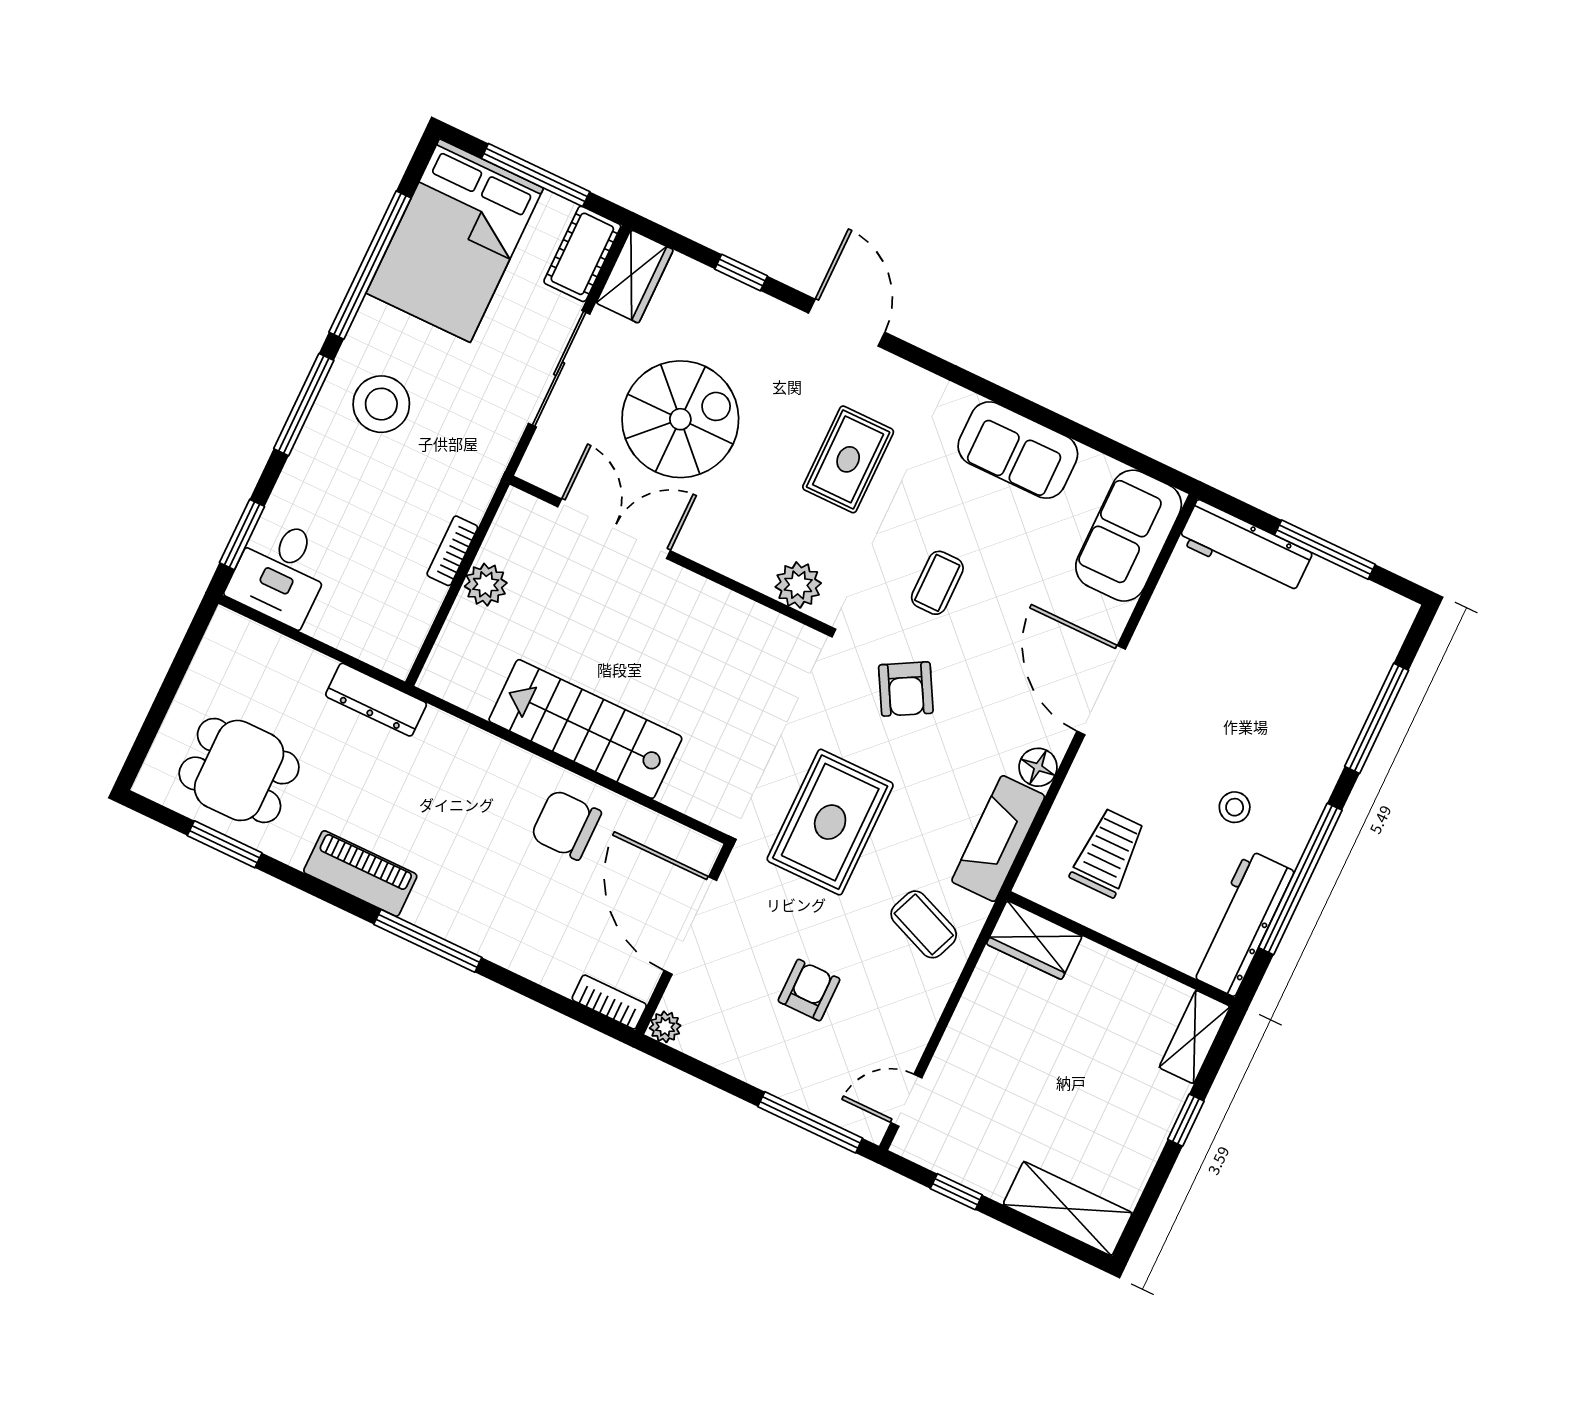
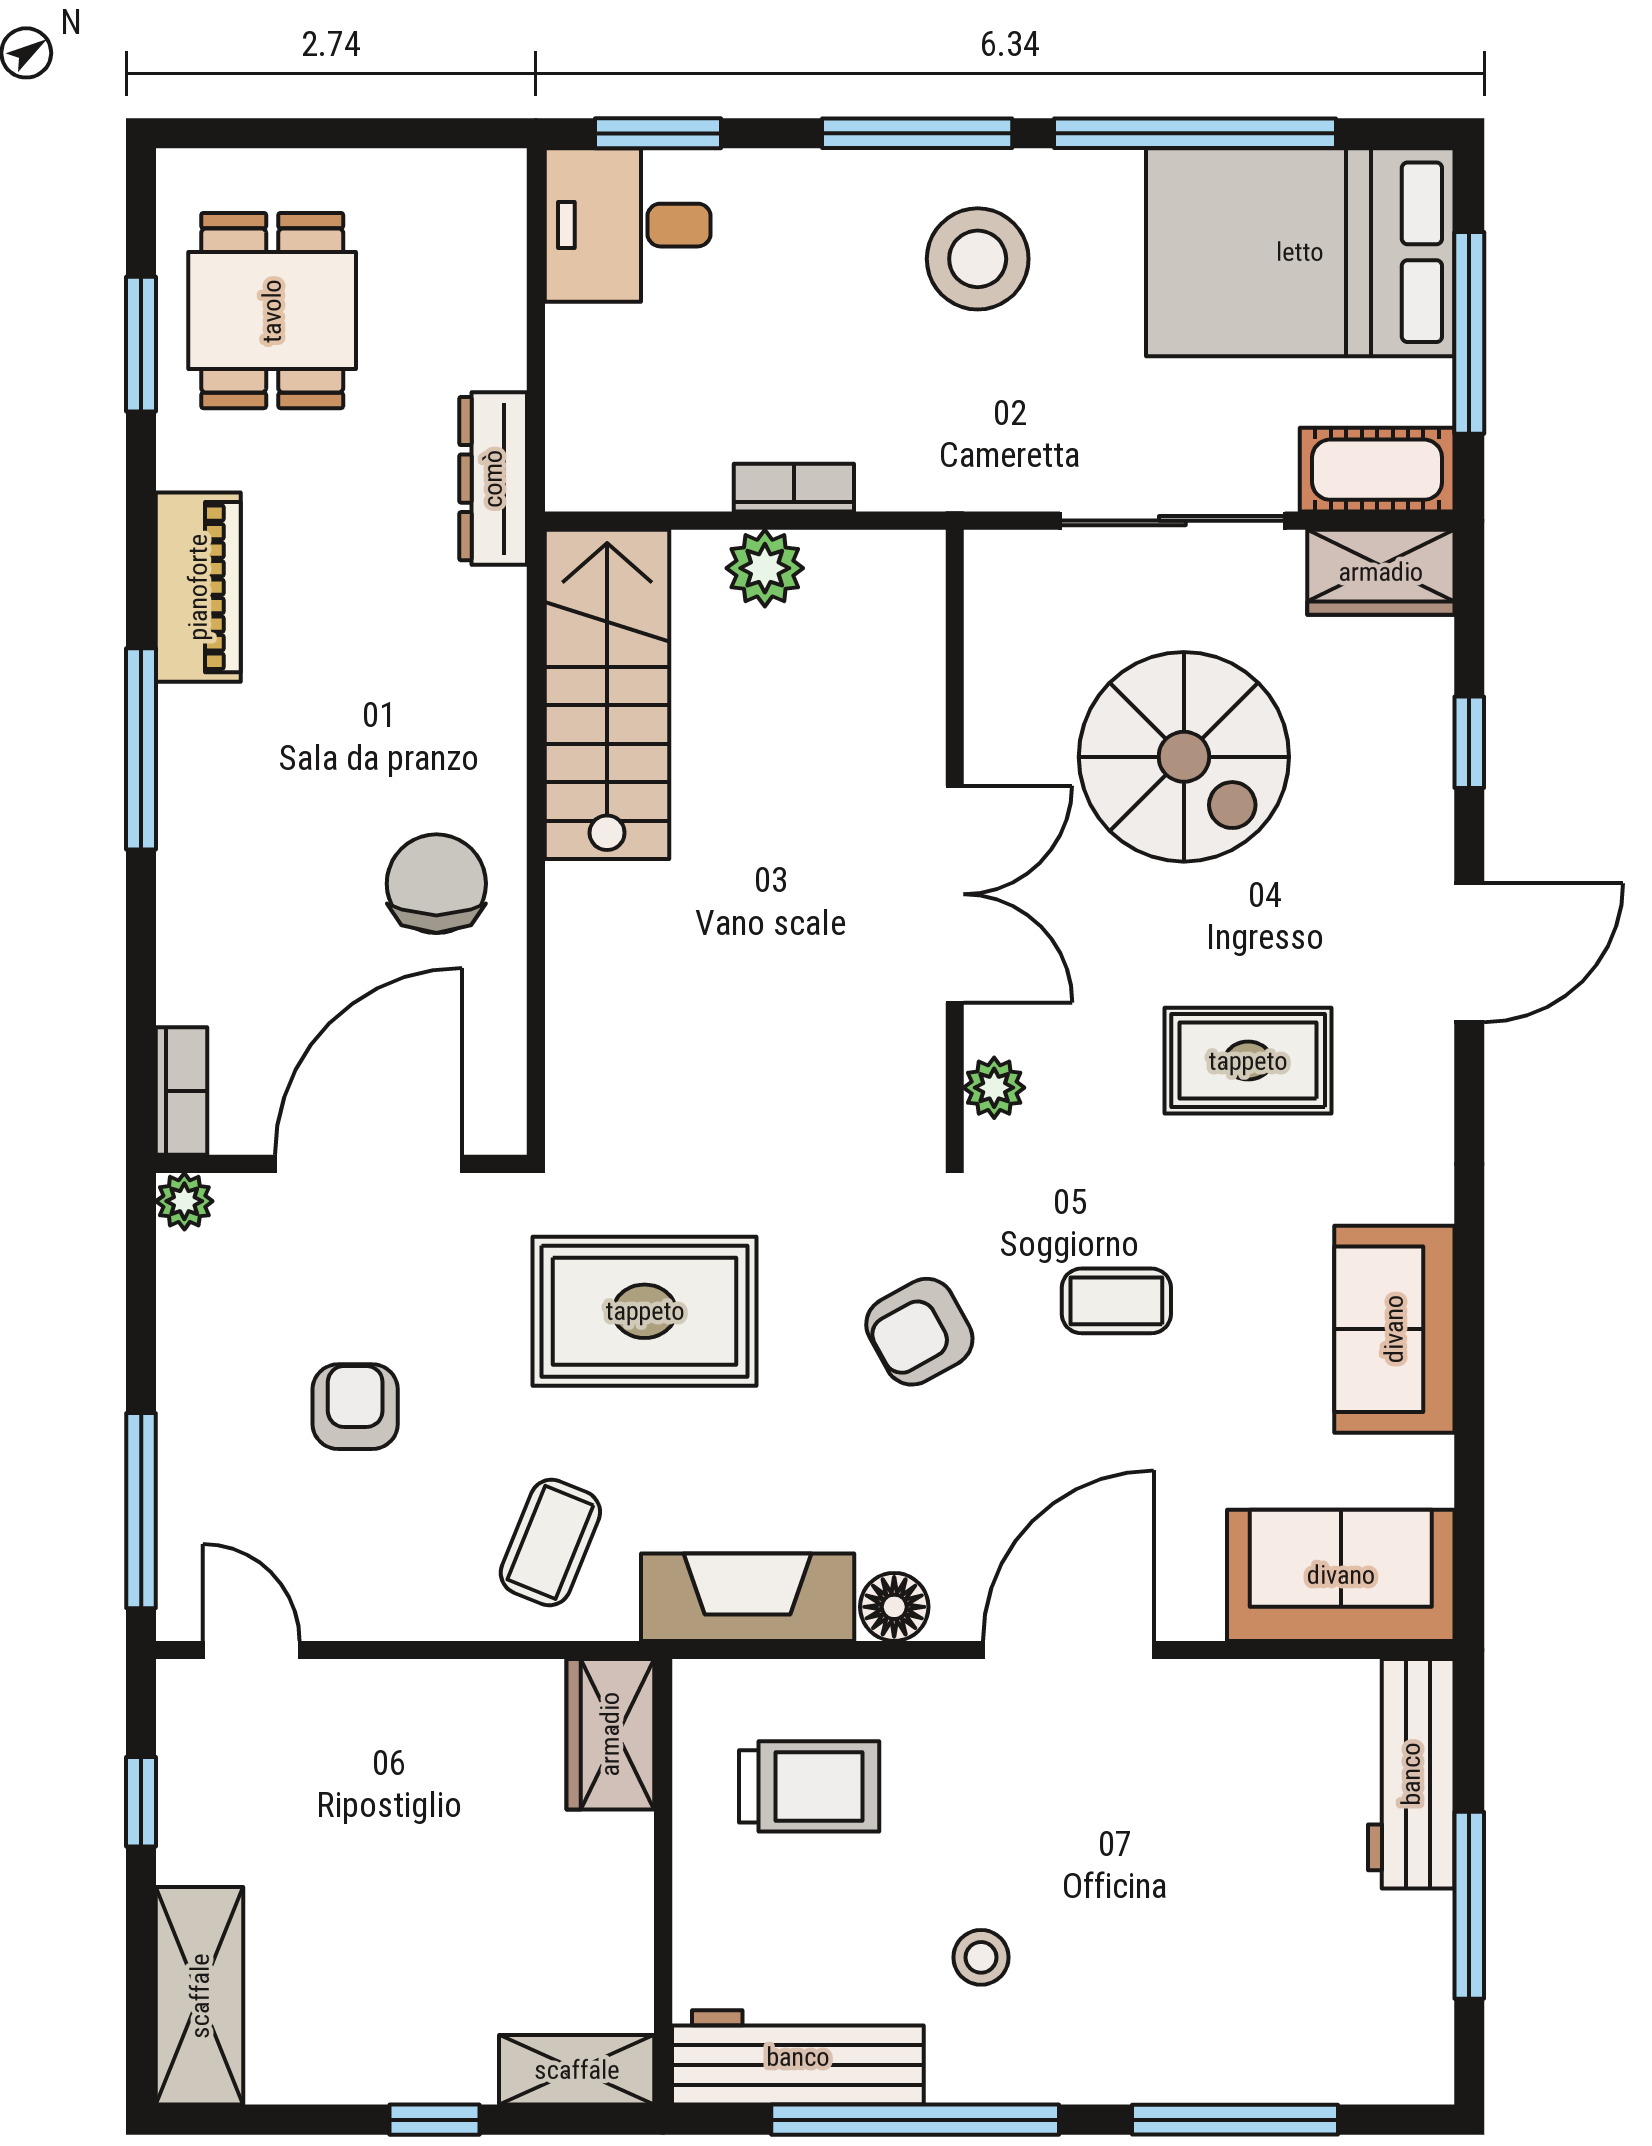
double door: (614, 529) -> (955, 894), moved
plant: (798, 585) -> (994, 1088), width x0.73, depth x0.73
stairs: (585, 729) -> (607, 694), moved
armchair: (809, 990) -> (355, 1407), turned -90

